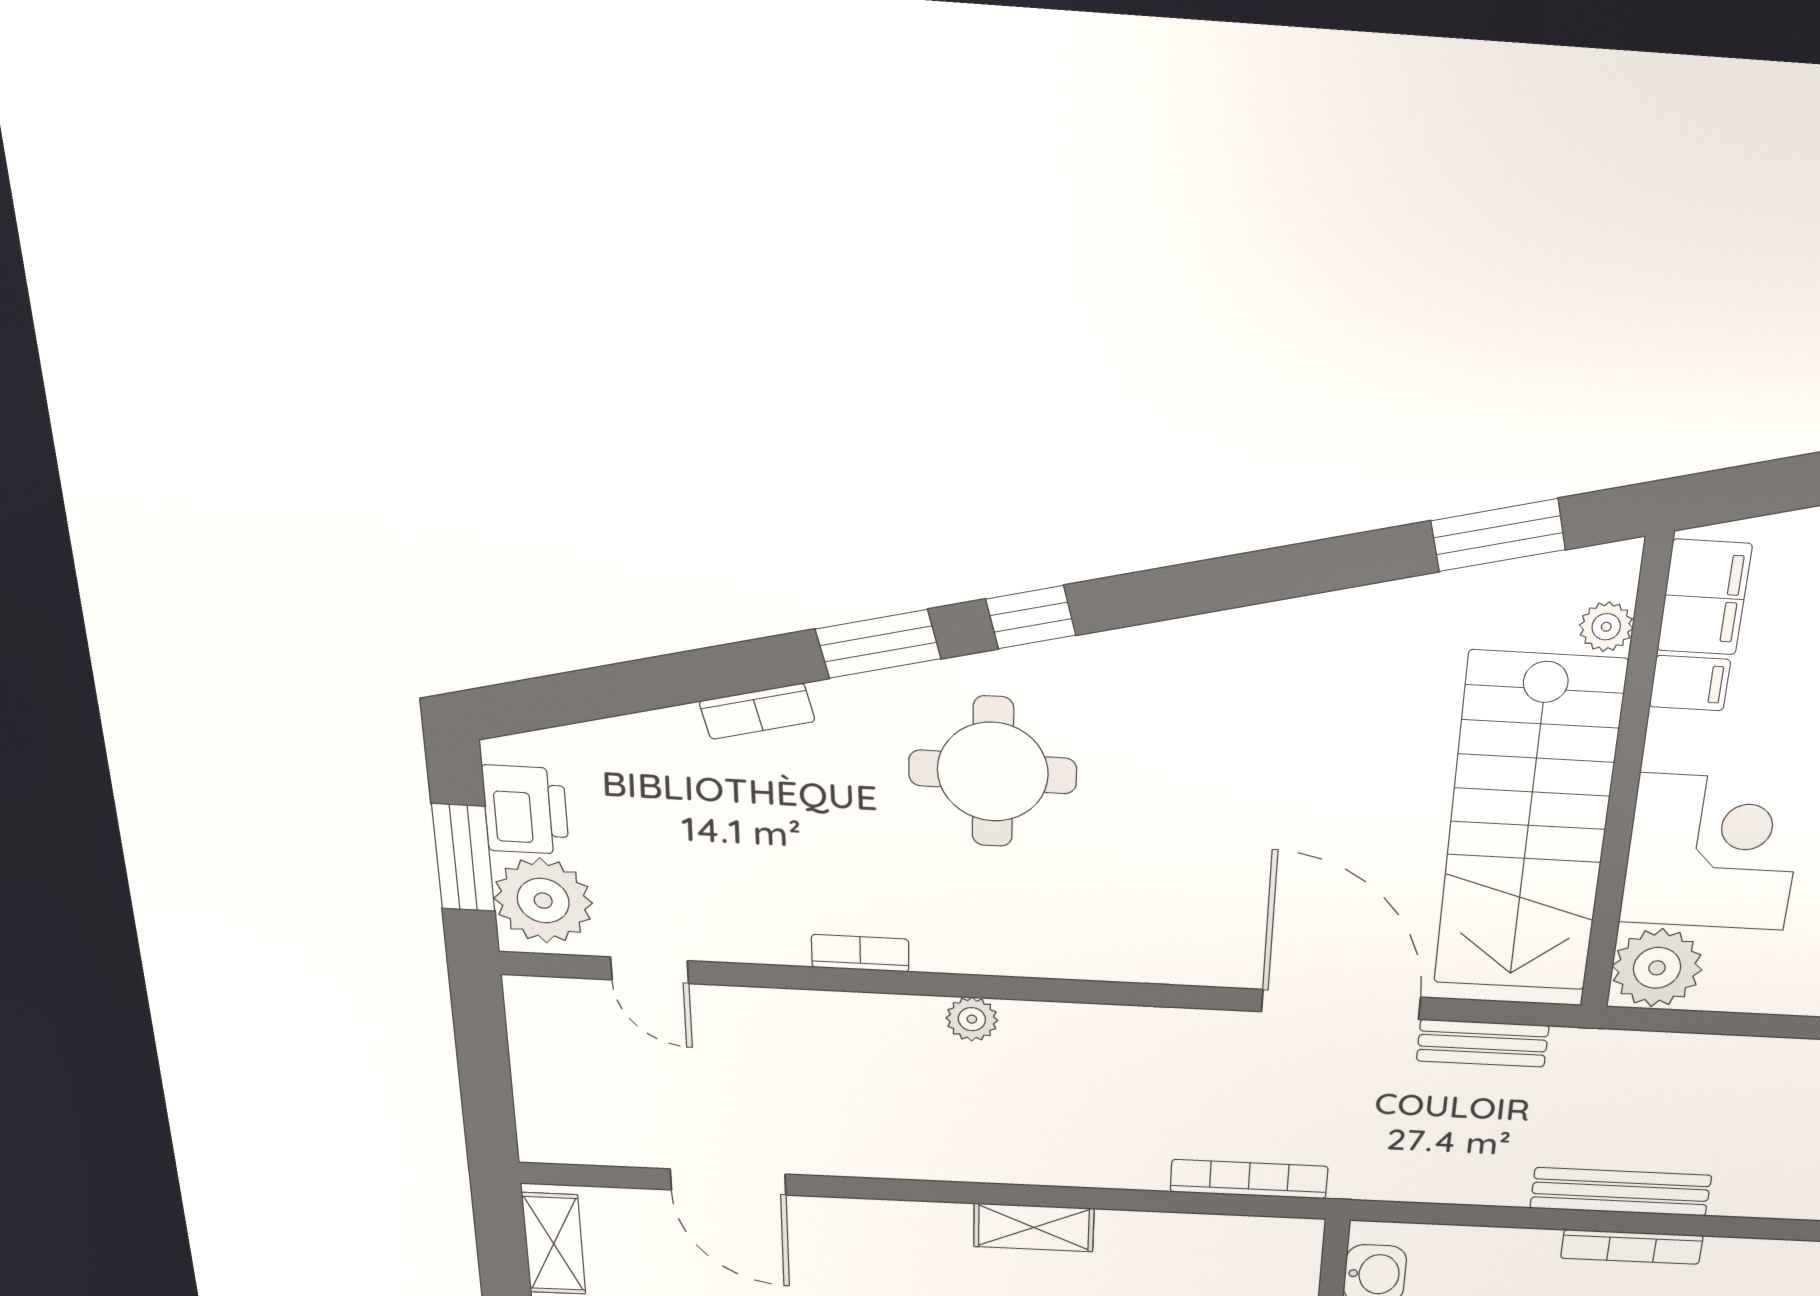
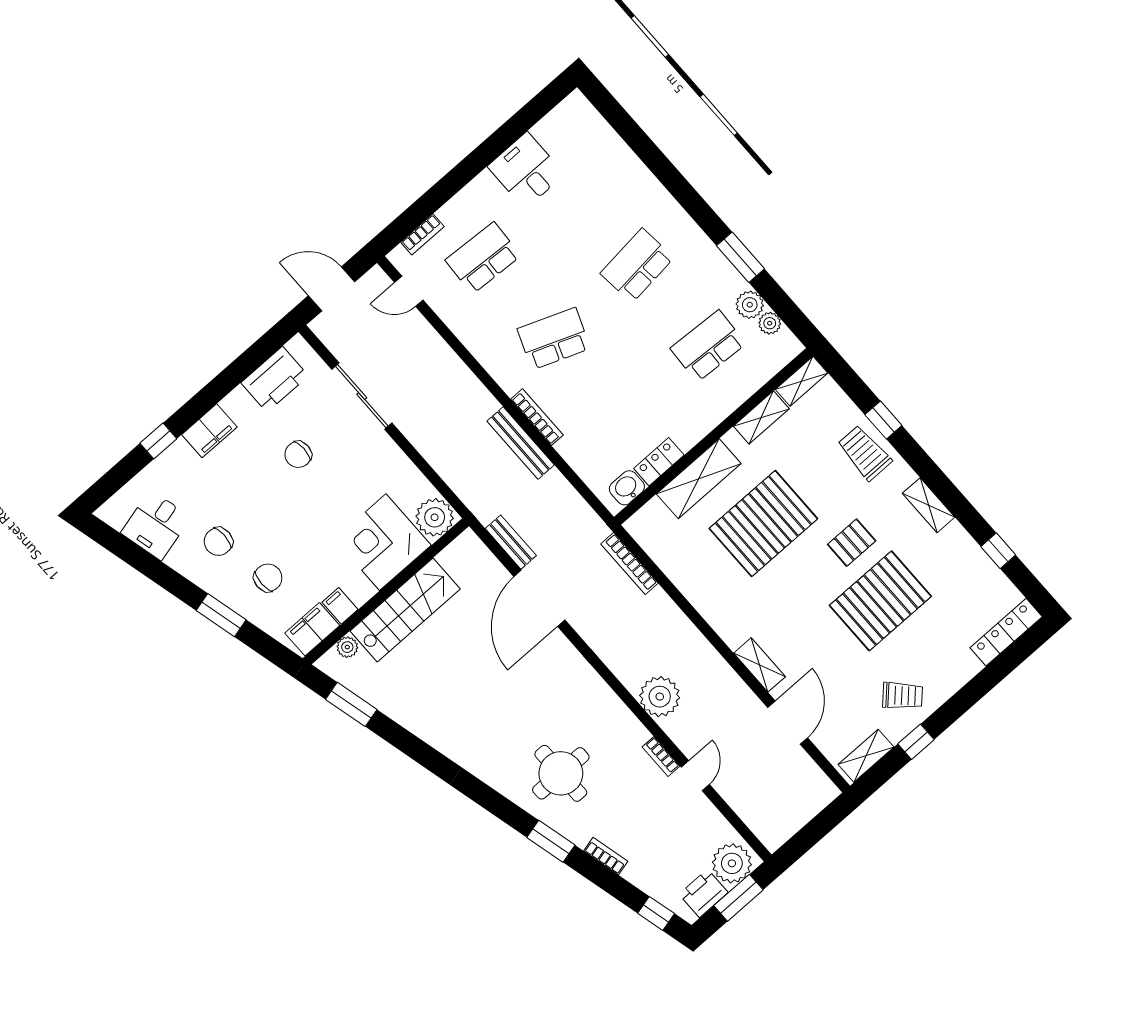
window: (1031, 617) -> (656, 913), moved
stairs: (1528, 825) -> (405, 610), width x0.73, depth x0.66
door: (650, 970) -> (695, 776), moved
plant: (972, 1019) -> (660, 697), width x1.88, depth x1.88
shelving: (1034, 1227) -> (760, 665), moved

